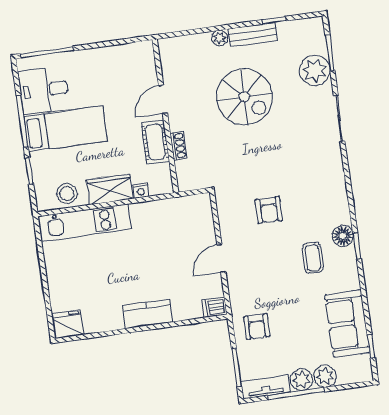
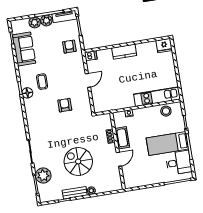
wardrobe: (110, 189) -> (145, 114), removed

